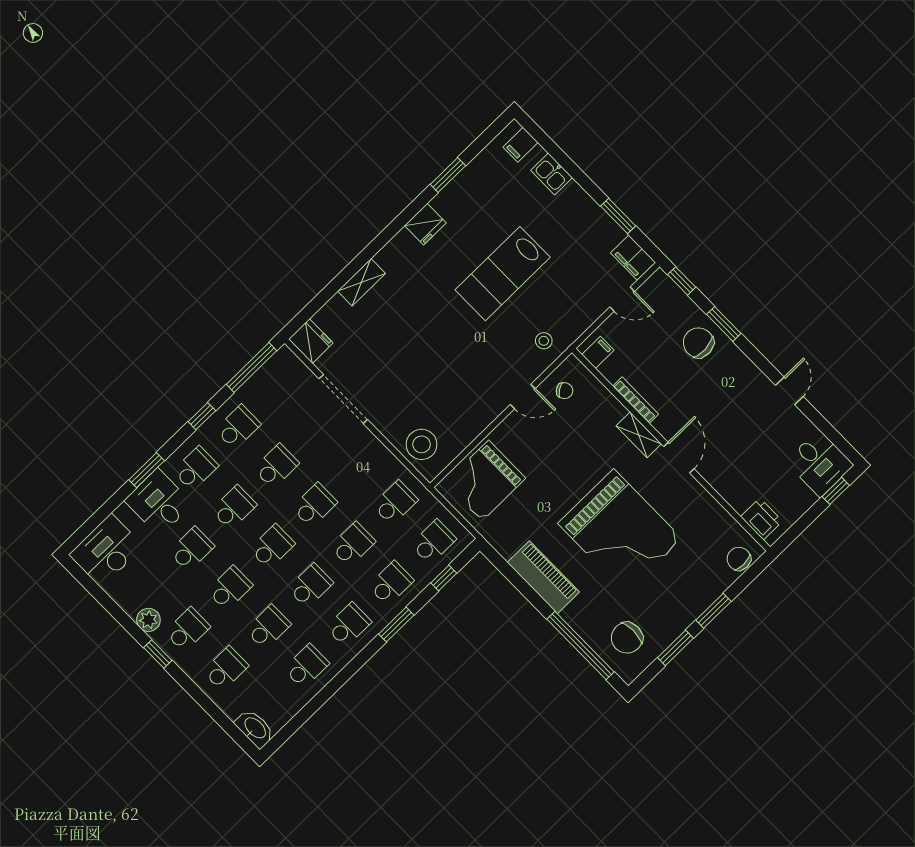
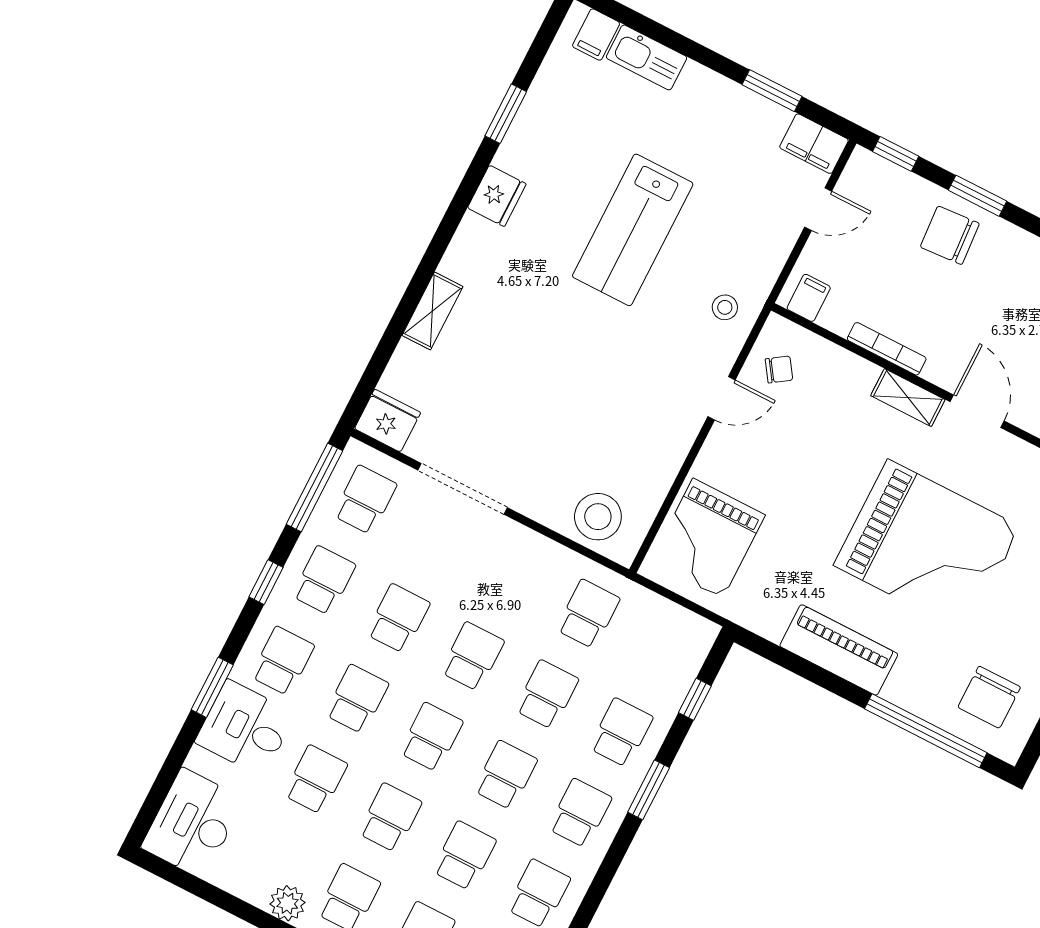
kitchen sink: (552, 174) -> (647, 57), width x1.38
school desk: (433, 542) -> (365, 500), moved

